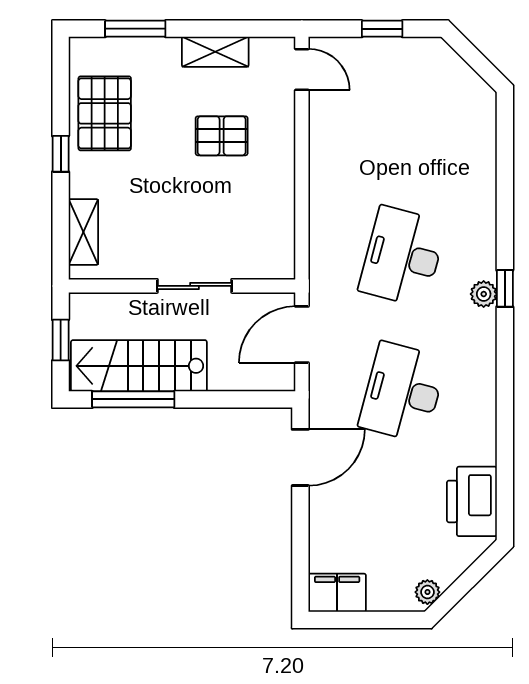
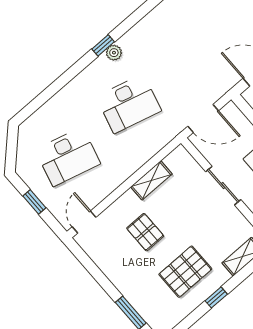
shelving: (215, 52) -> (151, 180), moved, turned 90
pallet: (105, 113) -> (185, 272), moved
desk: (403, 392) -> (68, 157), moved

